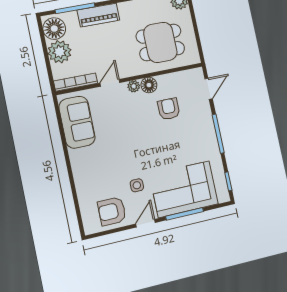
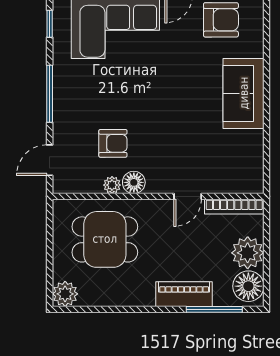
plant: (134, 86) -> (112, 185), moved
armchair: (169, 109) -> (113, 143), turned -90
sofa: (77, 122) -> (244, 93), moved
side table: (137, 185) -> (180, 47), removed

